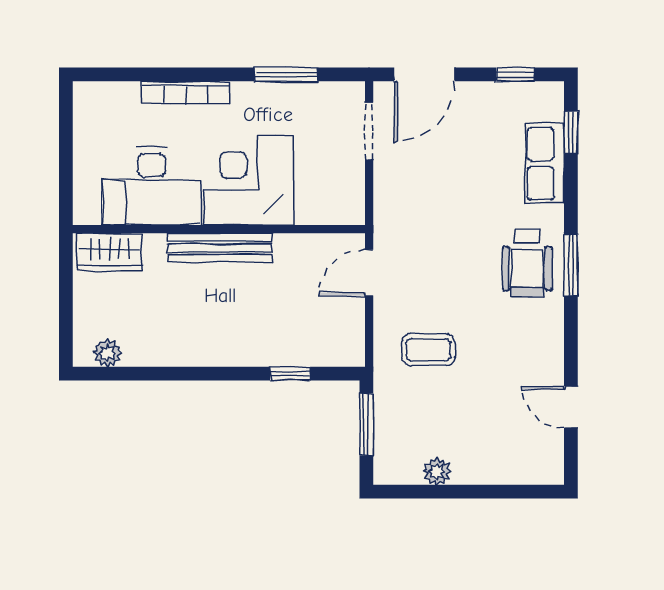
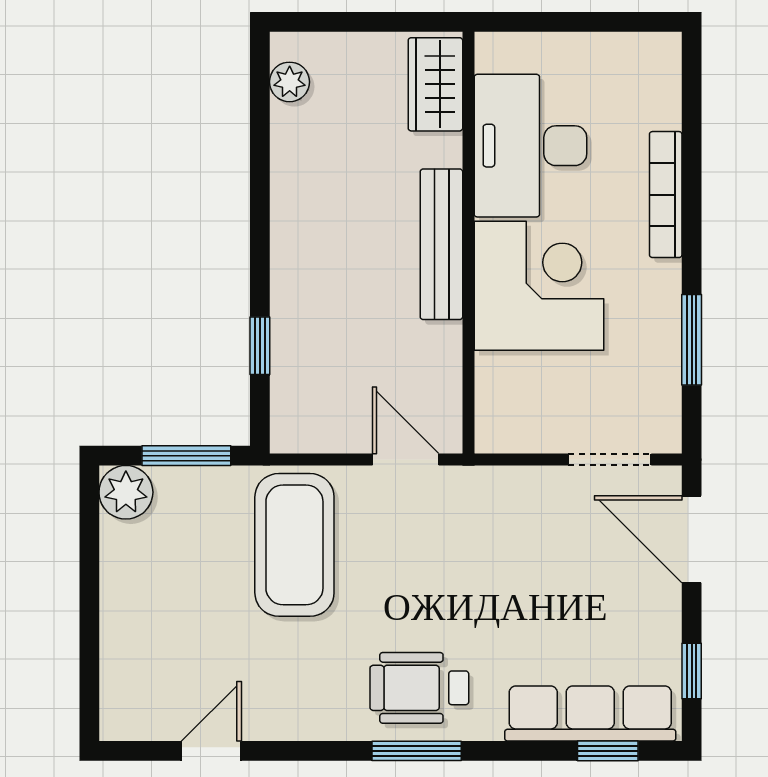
row of seats: (545, 164) -> (590, 714), width x1.48
coffee table: (428, 350) -> (294, 545), width x1.86, depth x1.72
plant: (437, 471) -> (126, 492), moved, width x1.38, depth x1.38

